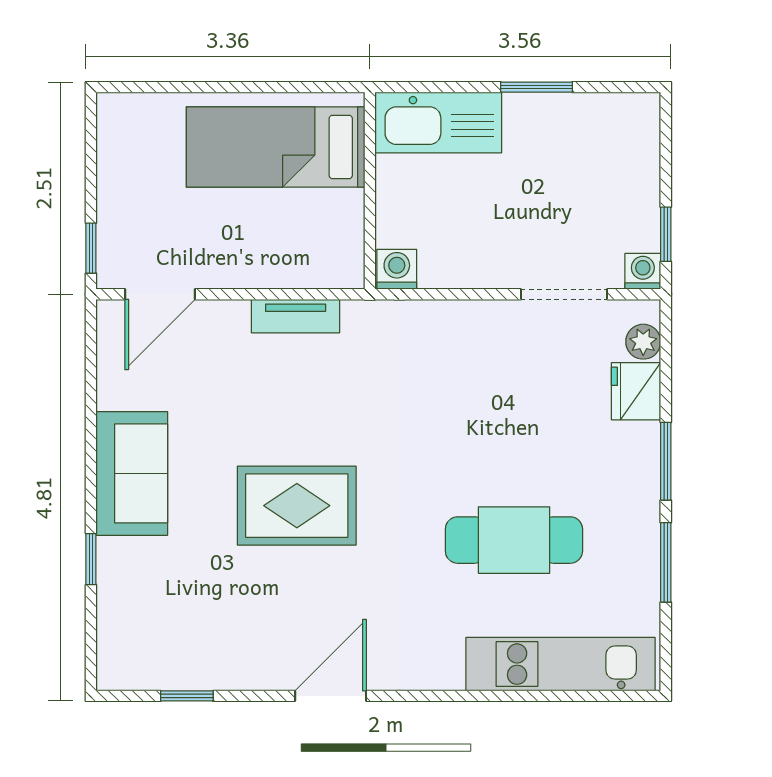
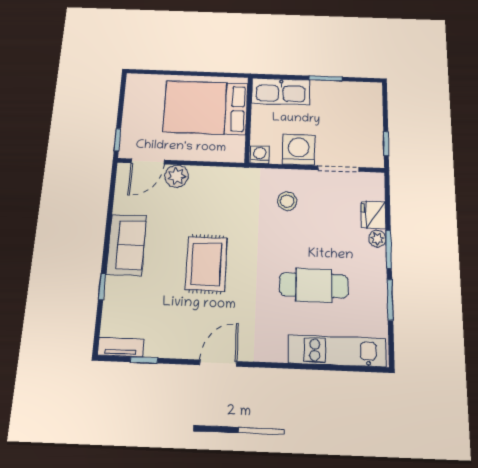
bed: (276, 147) -> (206, 108), width x1.50
washing machine: (643, 271) -> (299, 150), moved, width x1.89, depth x1.89
tv unit: (296, 316) -> (121, 347), moved, turned 180
plant: (224, 324) -> (177, 176), added
plant: (643, 342) -> (377, 239), moved
stool: (457, 369) -> (287, 201), added
rug: (297, 506) -> (206, 264), turned 90

